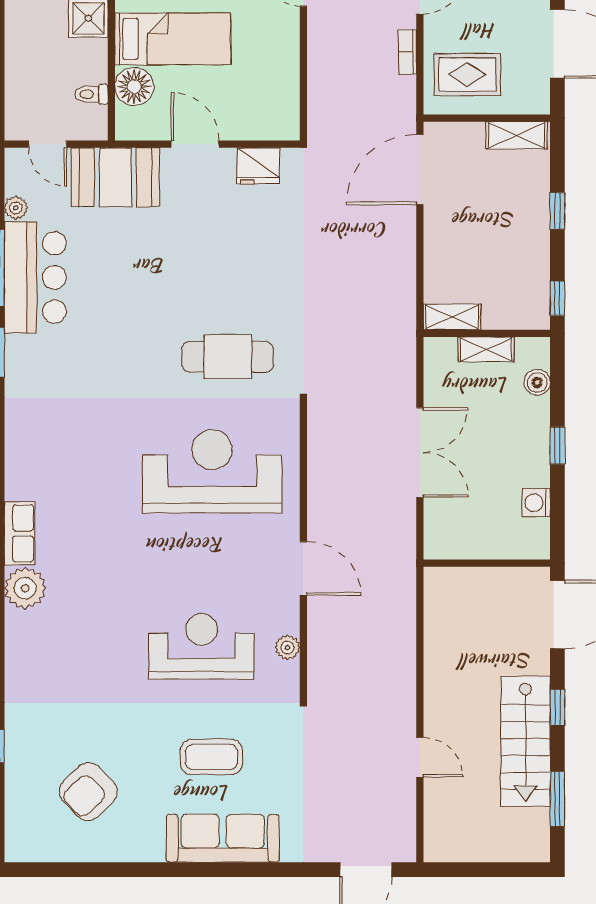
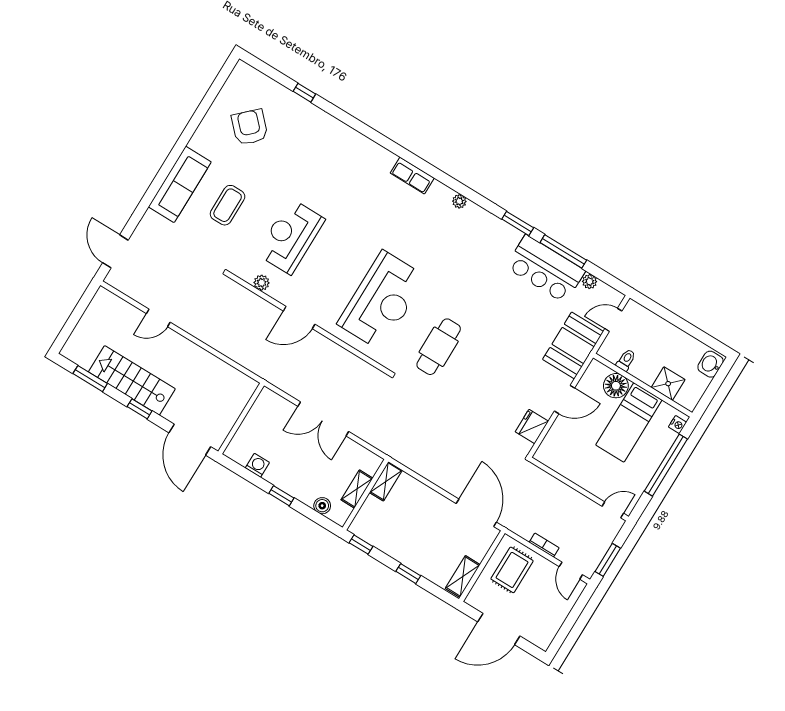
plant: (25, 588) -> (459, 201), moved, width x0.53, depth x0.53
reception desk: (201, 646) -> (291, 237), turned 180

